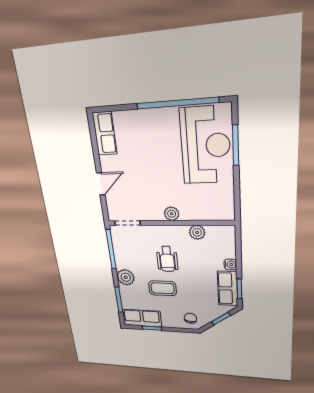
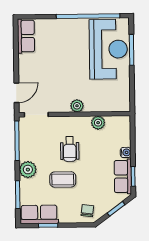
door: (101, 184) -> (16, 93), moved

